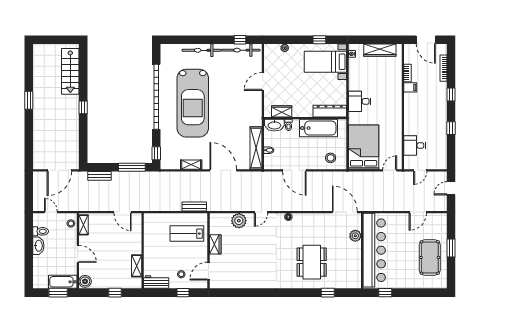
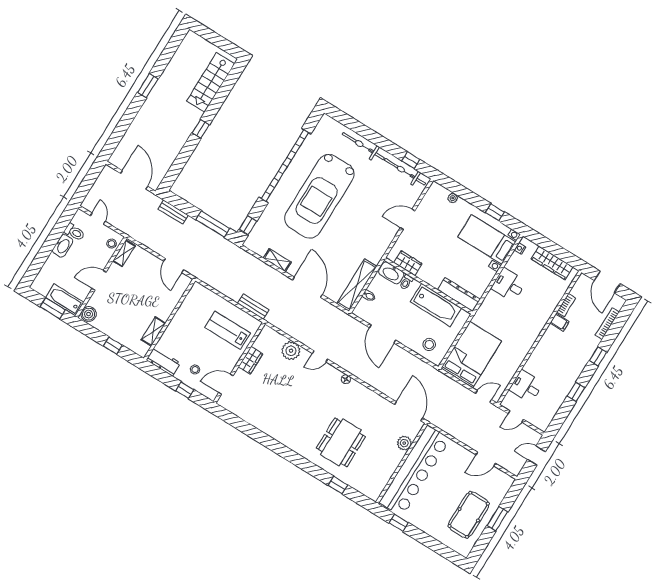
desk: (360, 101) -> (509, 285), moved
door: (59, 170) -> (134, 180), swing flipped
door: (78, 254) -> (99, 280), swing flipped

